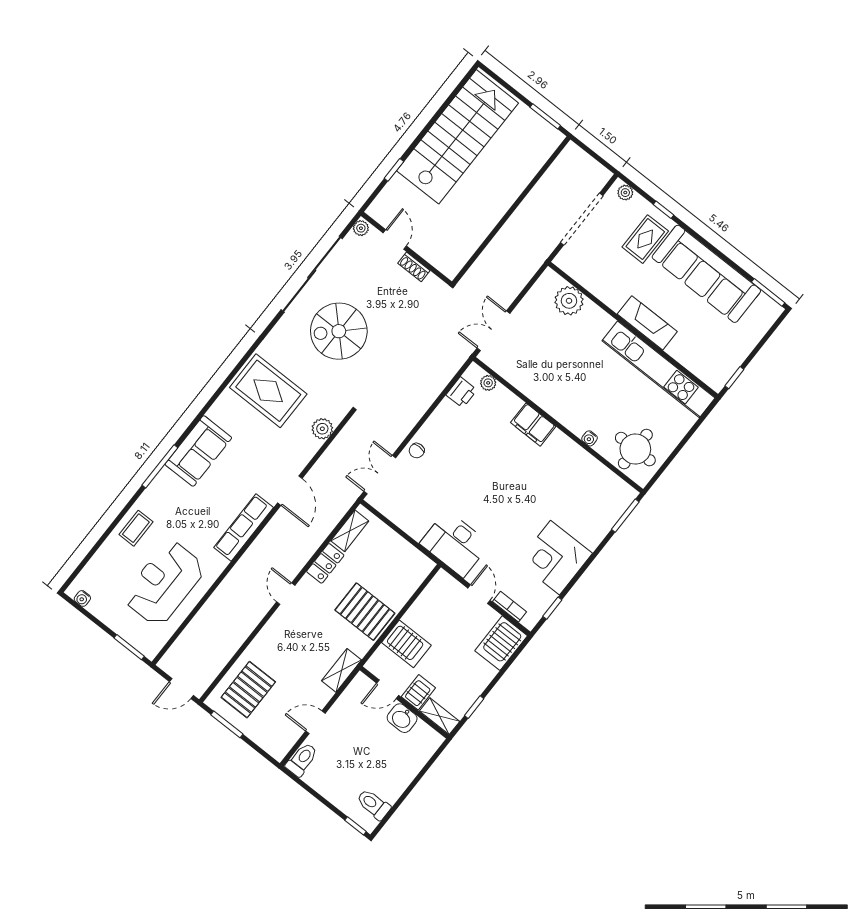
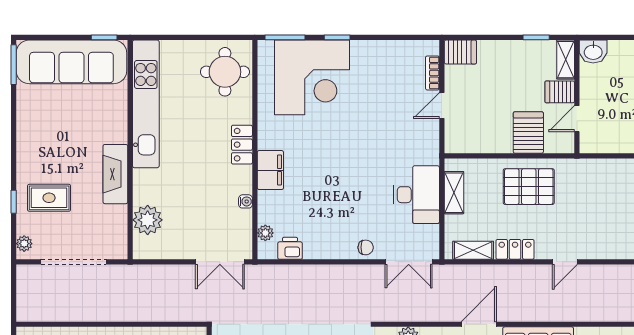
sofa: (706, 274) -> (71, 62), moved, turned 90
fireplace: (647, 323) -> (115, 174), moved
locker: (570, 418) -> (242, 145), added
water cooler: (590, 438) -> (246, 201), moved
desk: (455, 544) -> (417, 195), moved
corner desk: (555, 558) -> (312, 77), moved, width x1.36, depth x1.36
window: (552, 608) -> (337, 37), moved
pallet: (365, 612) -> (529, 187), turned 90
server rack: (501, 643) -> (460, 52), width x0.73, depth x0.70
shelving: (341, 670) -> (454, 193), moved, turned 90
door: (388, 689) -> (577, 119), swing flipped
washbasin: (402, 718) -> (593, 52), moved, turned 90

